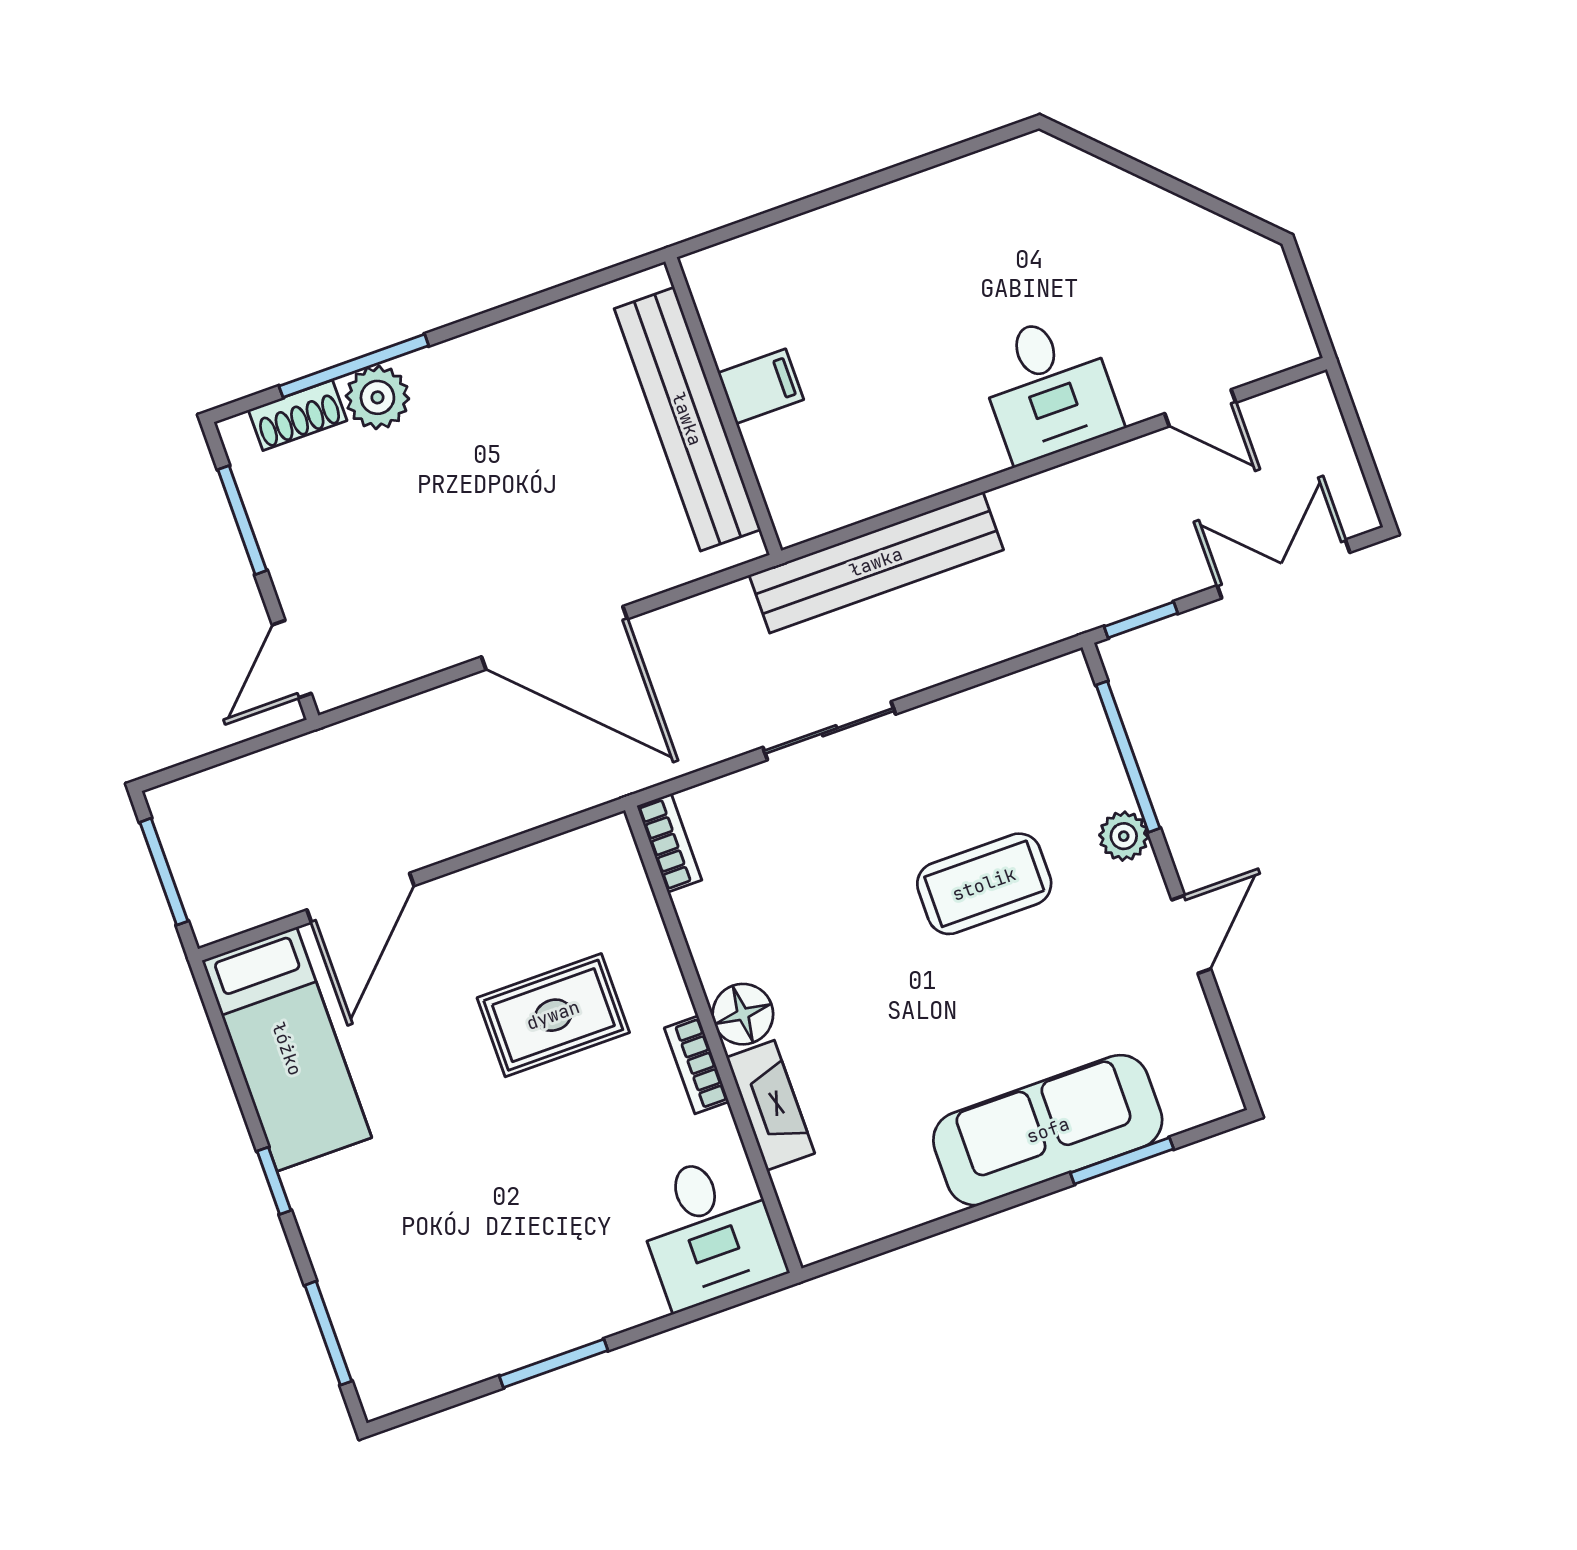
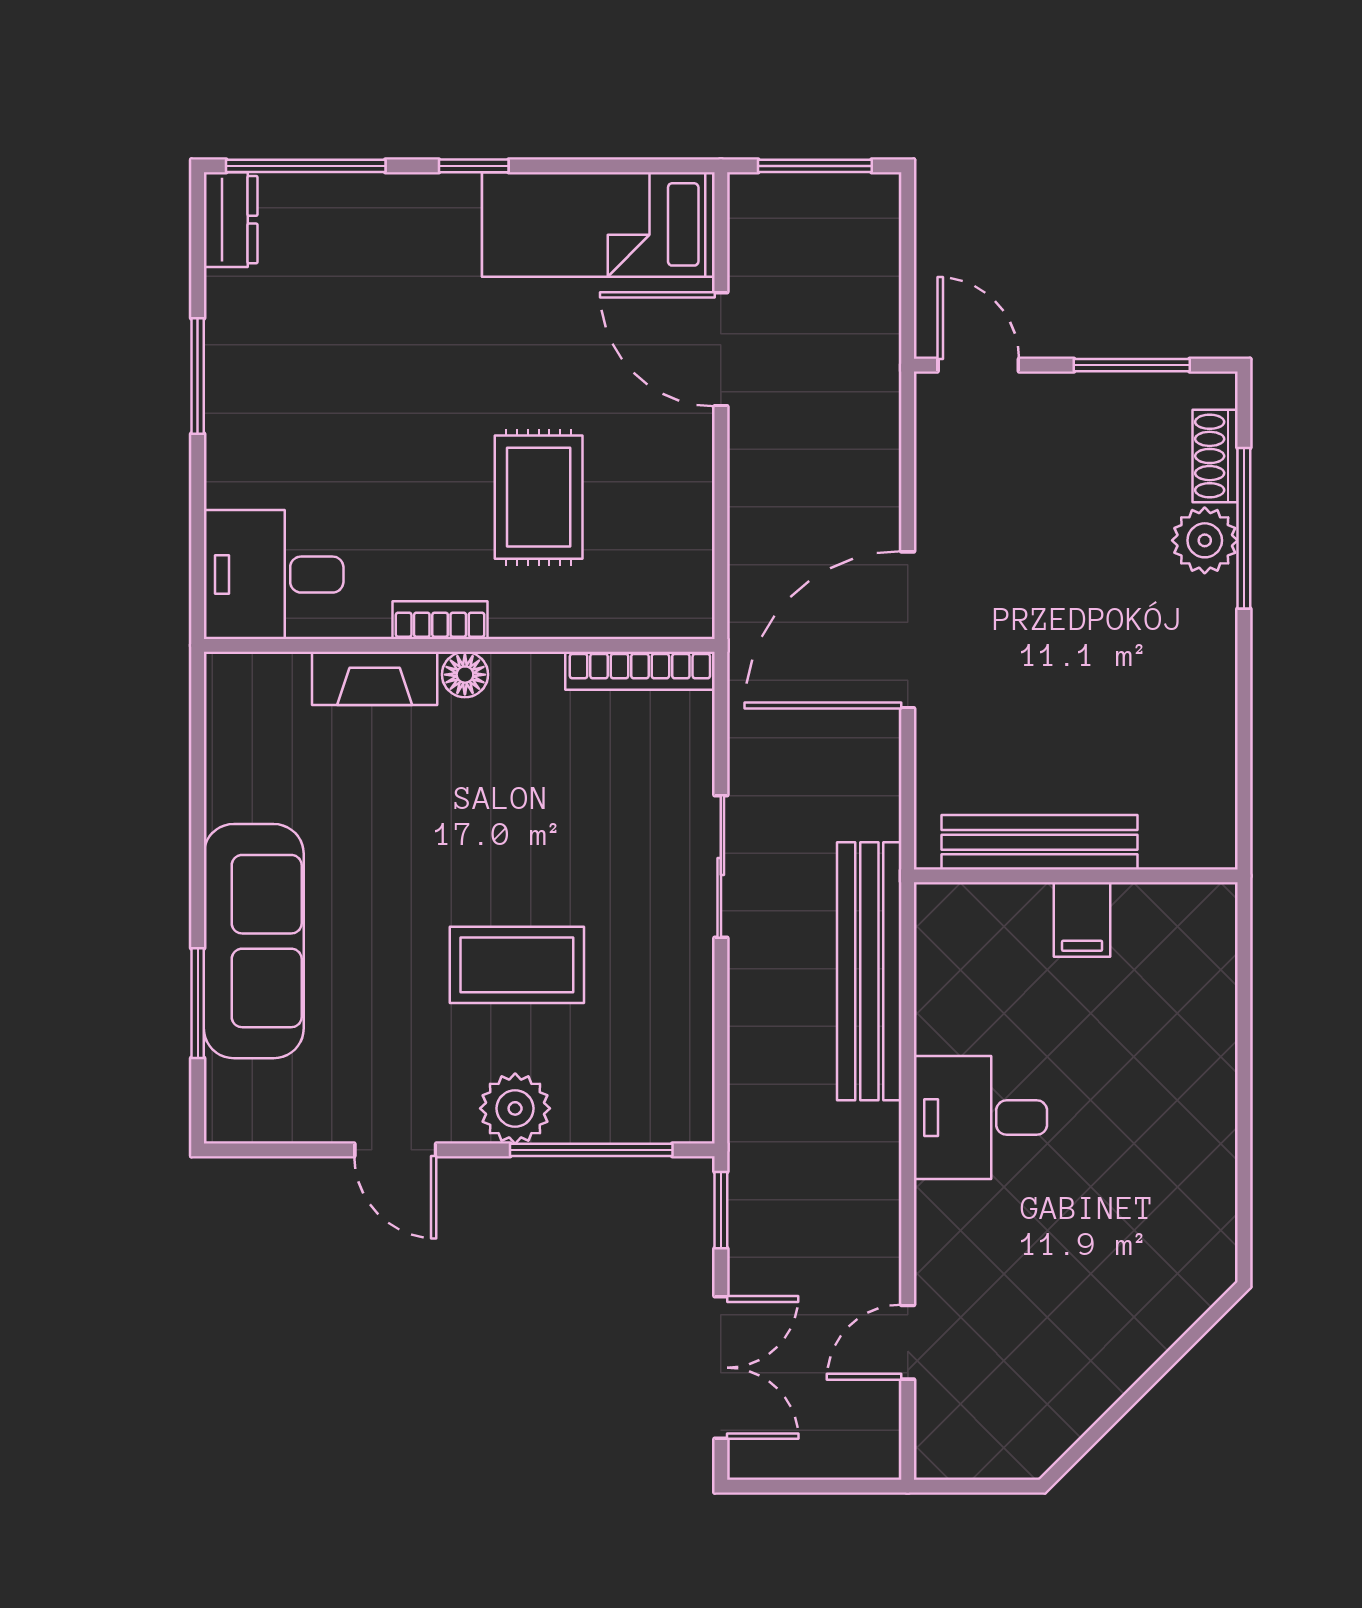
desk: (1049, 388) -> (980, 1118), moved
bench: (687, 419) -> (1039, 842), width x0.73, depth x0.82
plant: (1124, 836) -> (515, 1108), width x1.38, depth x1.38
bookcase: (669, 843) -> (640, 671), width x1.56
coffee table: (984, 884) -> (517, 965), turned 90
floor lamp: (743, 1014) -> (465, 675), width x0.73, depth x0.73
window: (328, 1333) -> (306, 166), width x1.44
dresser: (401, 1384) -> (231, 220), added

